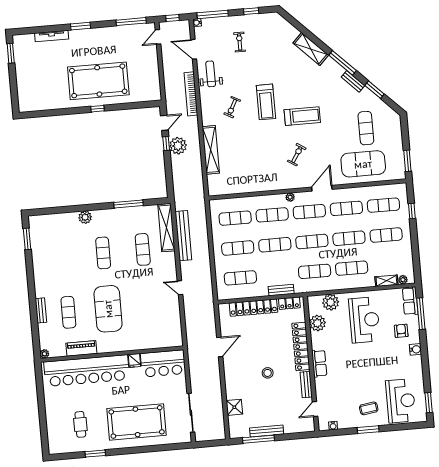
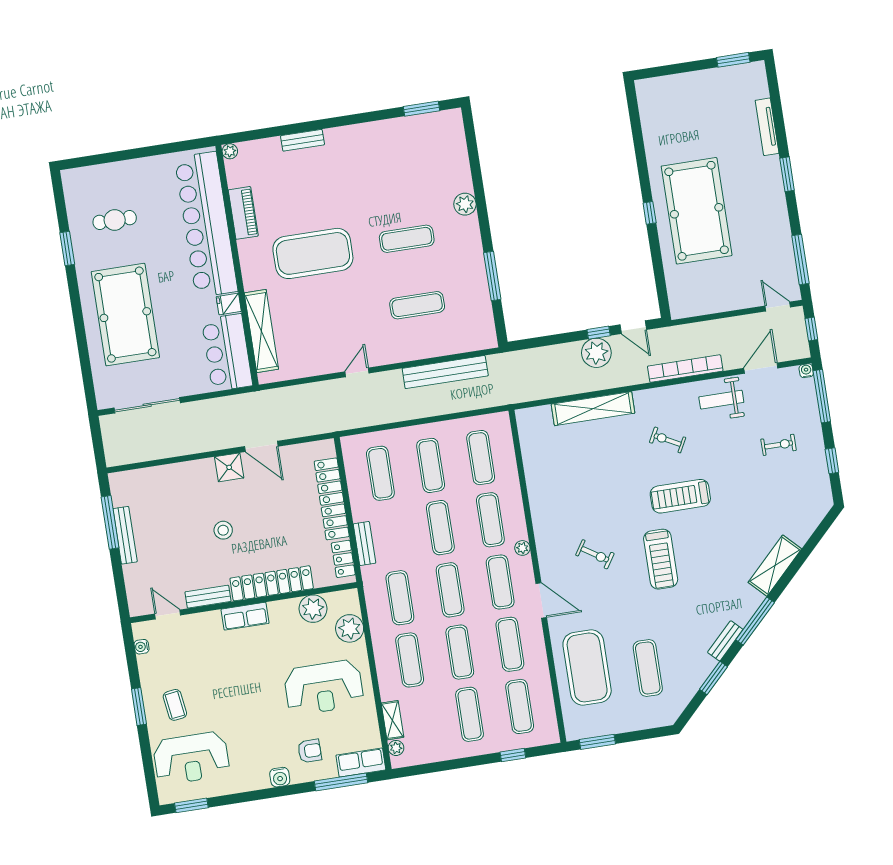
weight bench: (211, 74) -> (721, 400), turned 180
exercise mat: (366, 128) -> (648, 668), turned 90
shelving: (166, 228) -> (261, 331), moved, turned 90
exercise mat: (68, 312) -> (303, 187), removed
shower: (234, 407) -> (229, 467), moved

